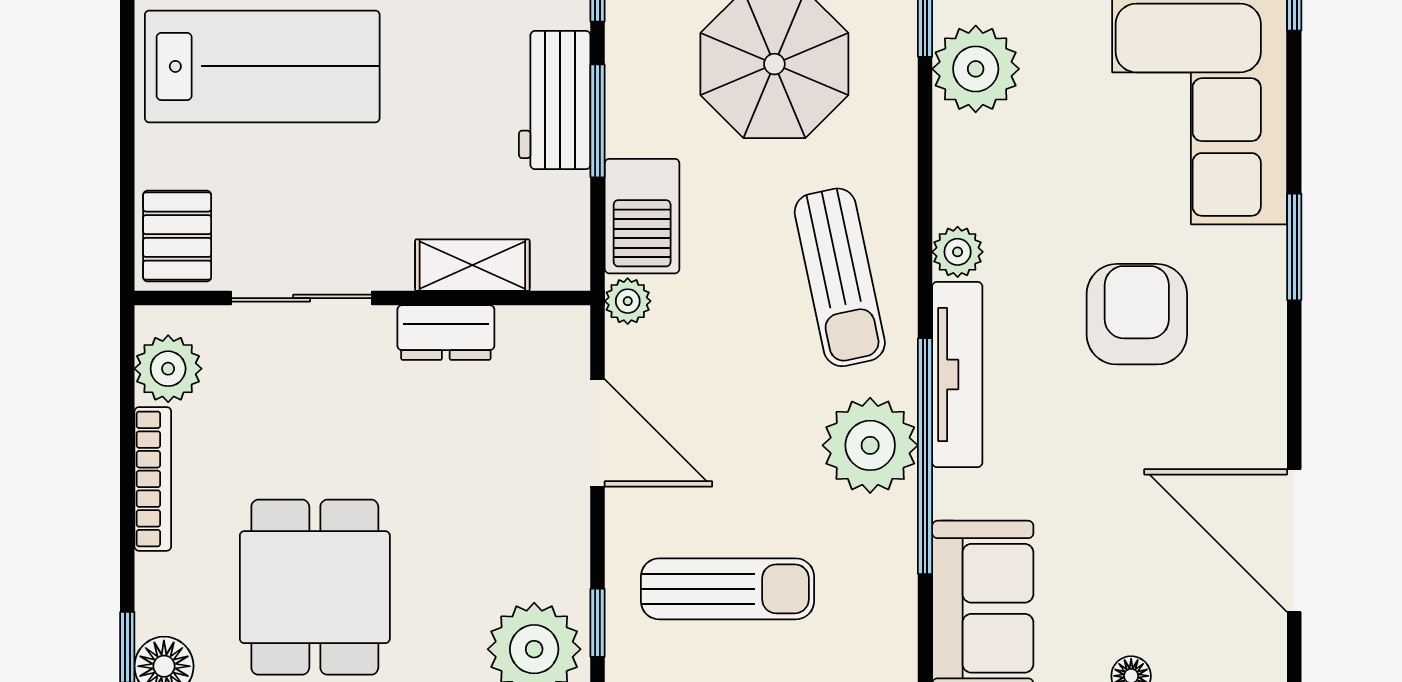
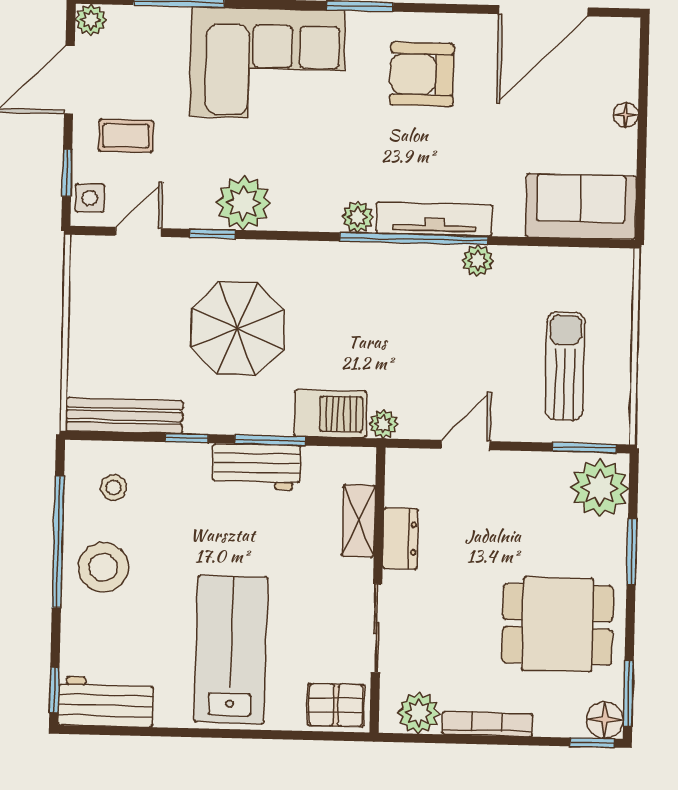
sun lounger: (840, 277) -> (372, 291), removed
armchair: (1137, 314) -> (422, 74), moved
door: (598, 433) -> (465, 445), width x0.73
plant: (870, 445) -> (478, 261), width x0.53, depth x0.53
window: (925, 456) -> (414, 239), moved
window: (598, 623) -> (584, 448), width x1.50

